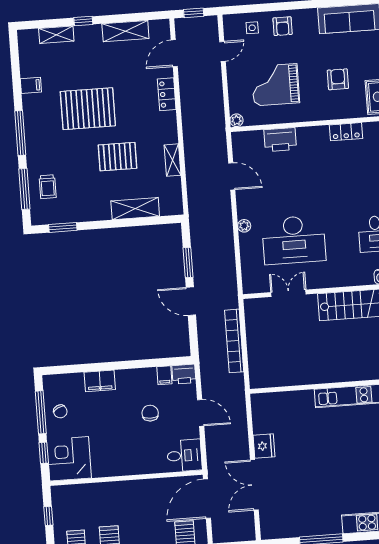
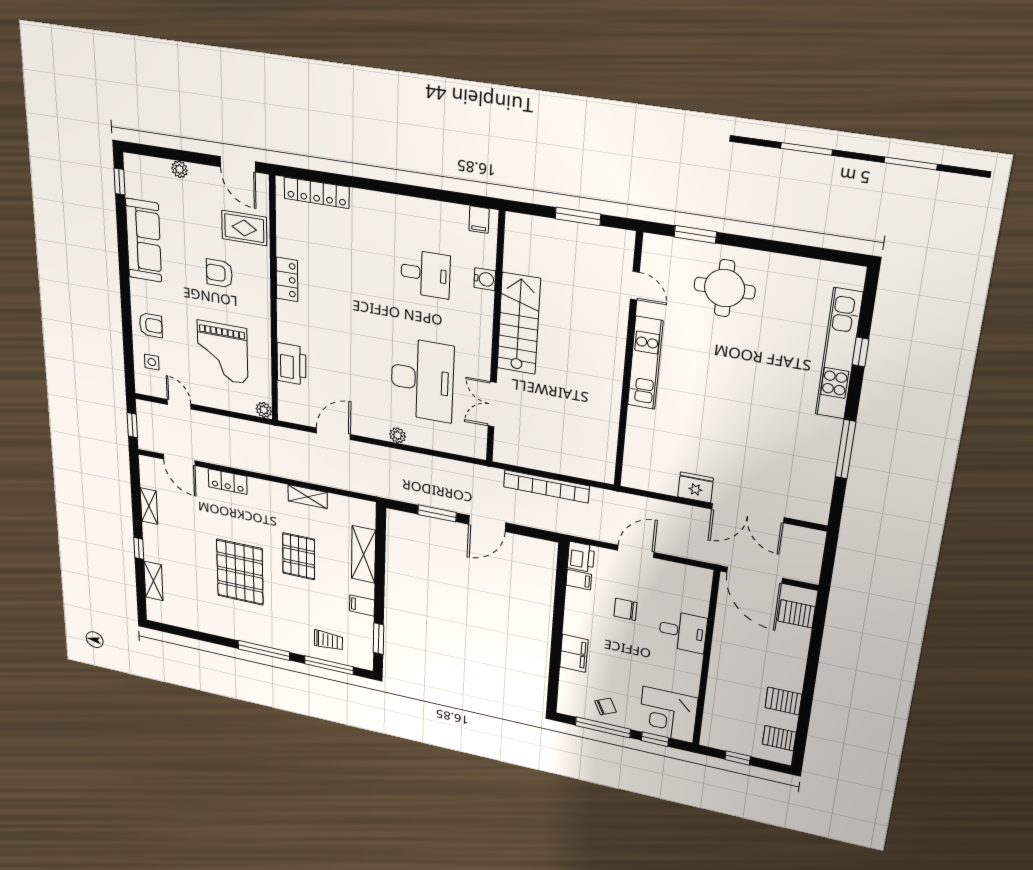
shelving: (125, 31) -> (149, 506), width x0.67, depth x0.75
filing cabinet: (31, 85) -> (362, 605), moved, turned -90
desk: (184, 456) -> (683, 632), moved, turned 90

